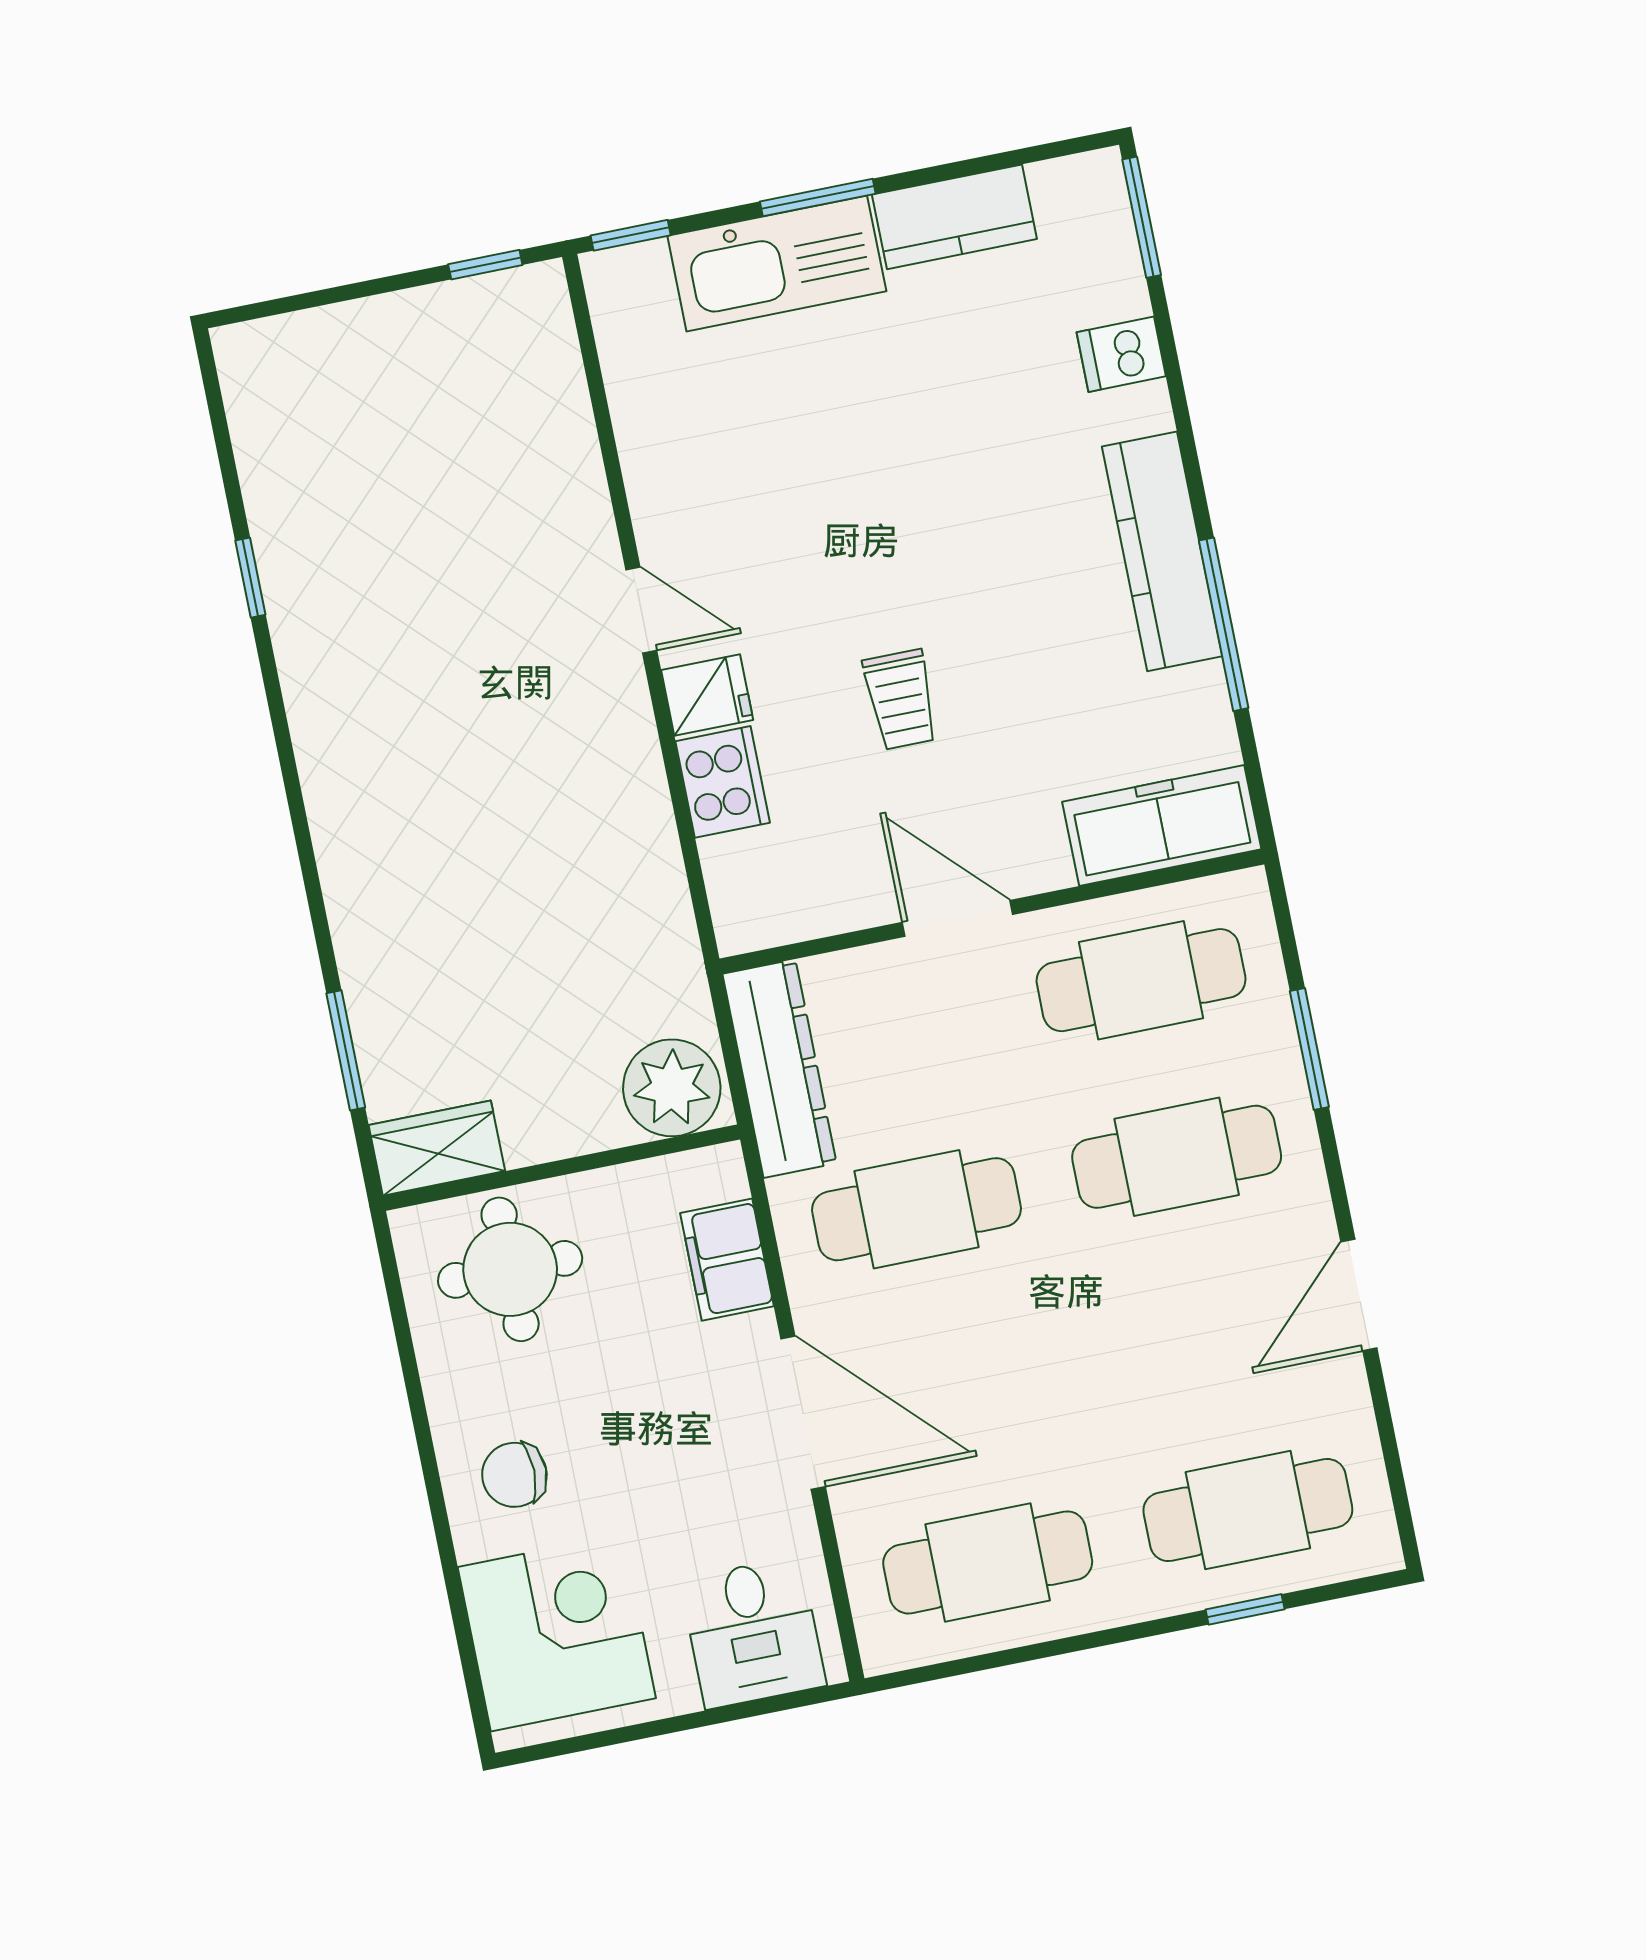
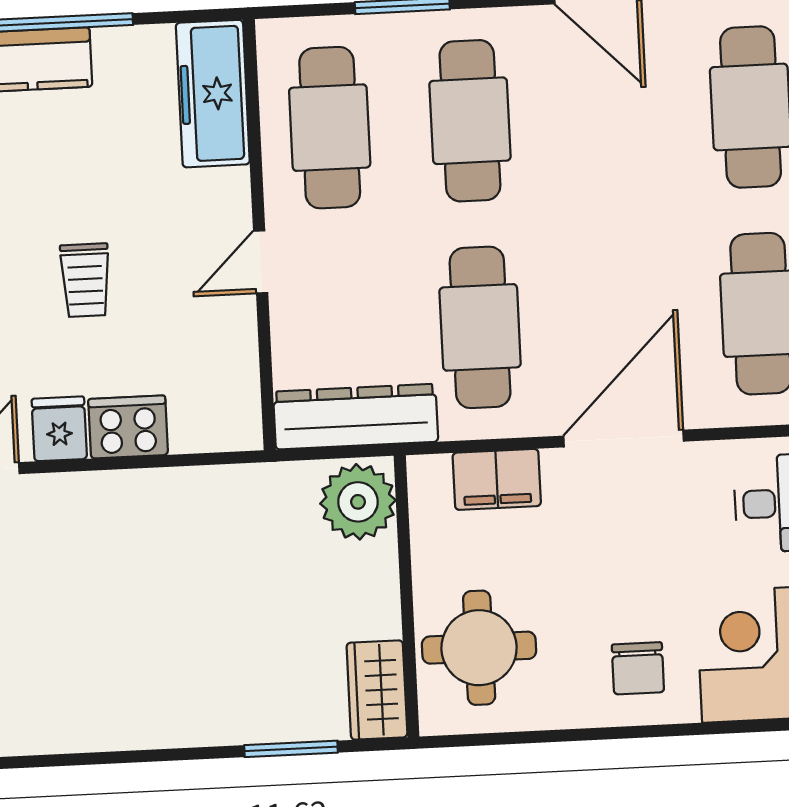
trolley: (901, 700) -> (85, 280), turned 90
door: (957, 918) -> (261, 262), width x0.73

